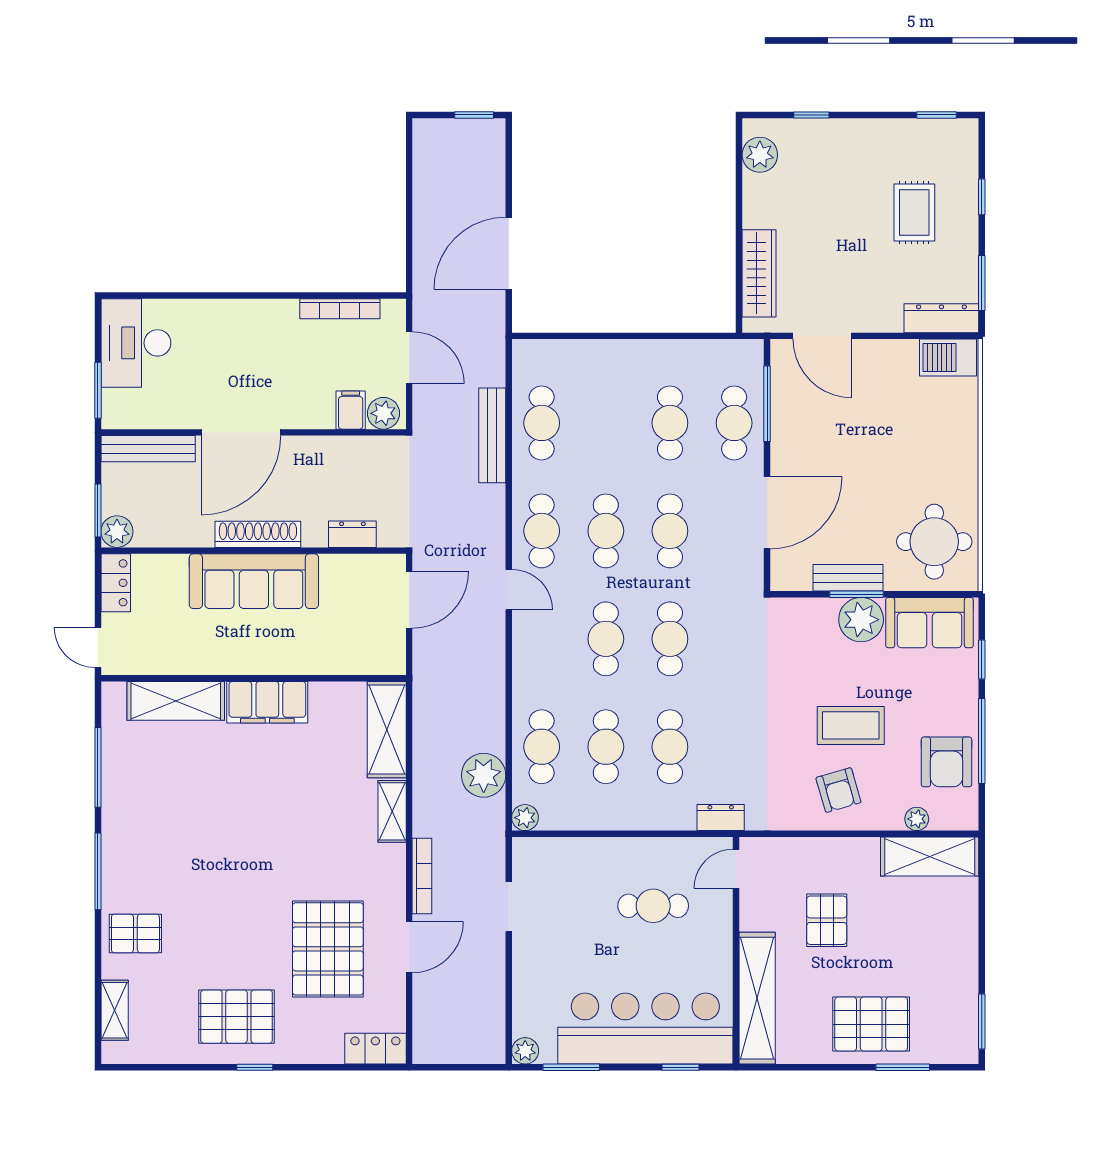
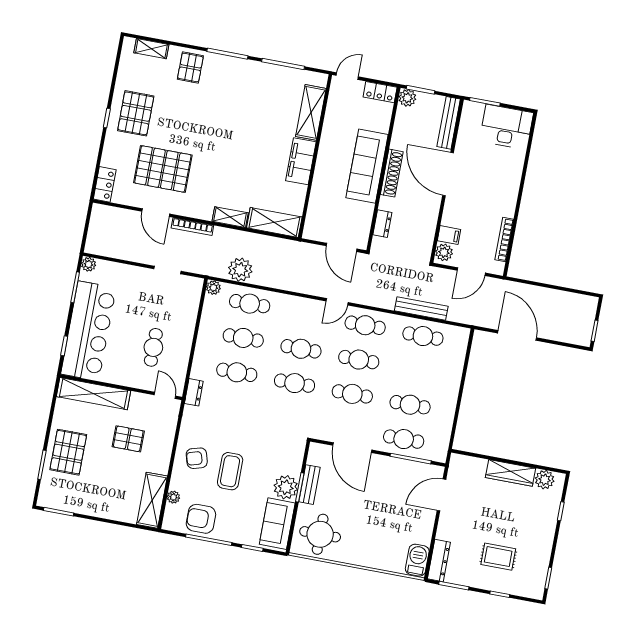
wardrobe: (759, 273) -> (511, 473), moved

